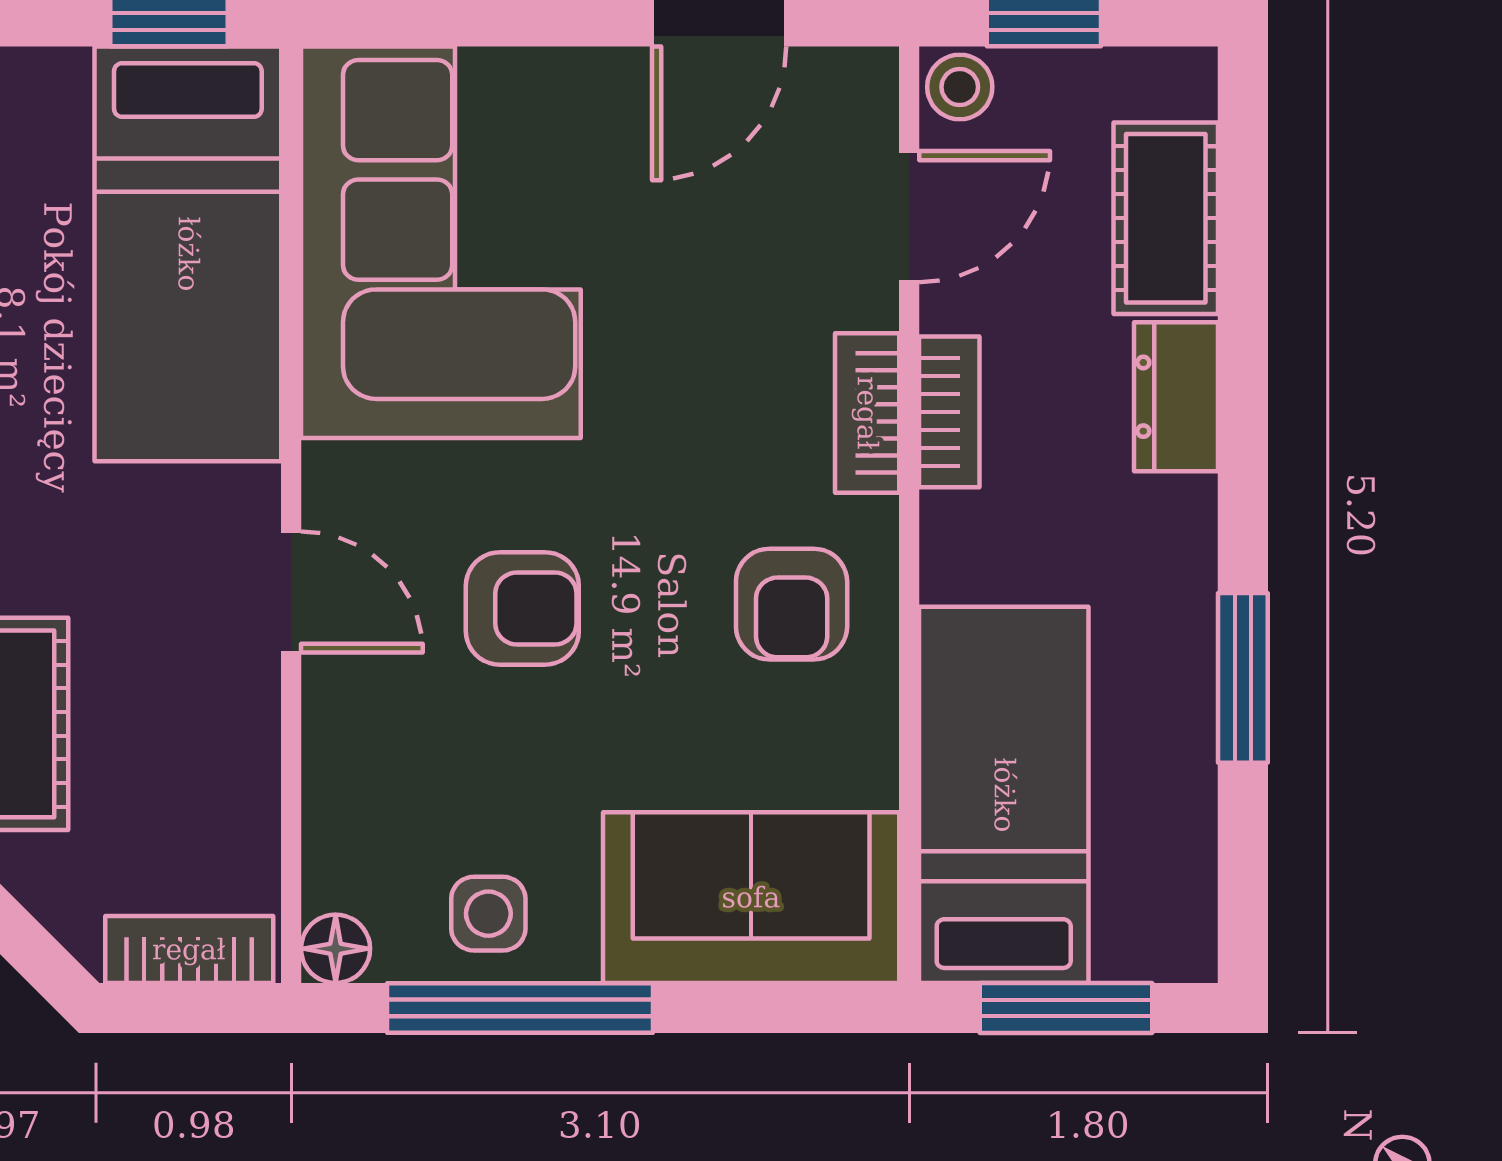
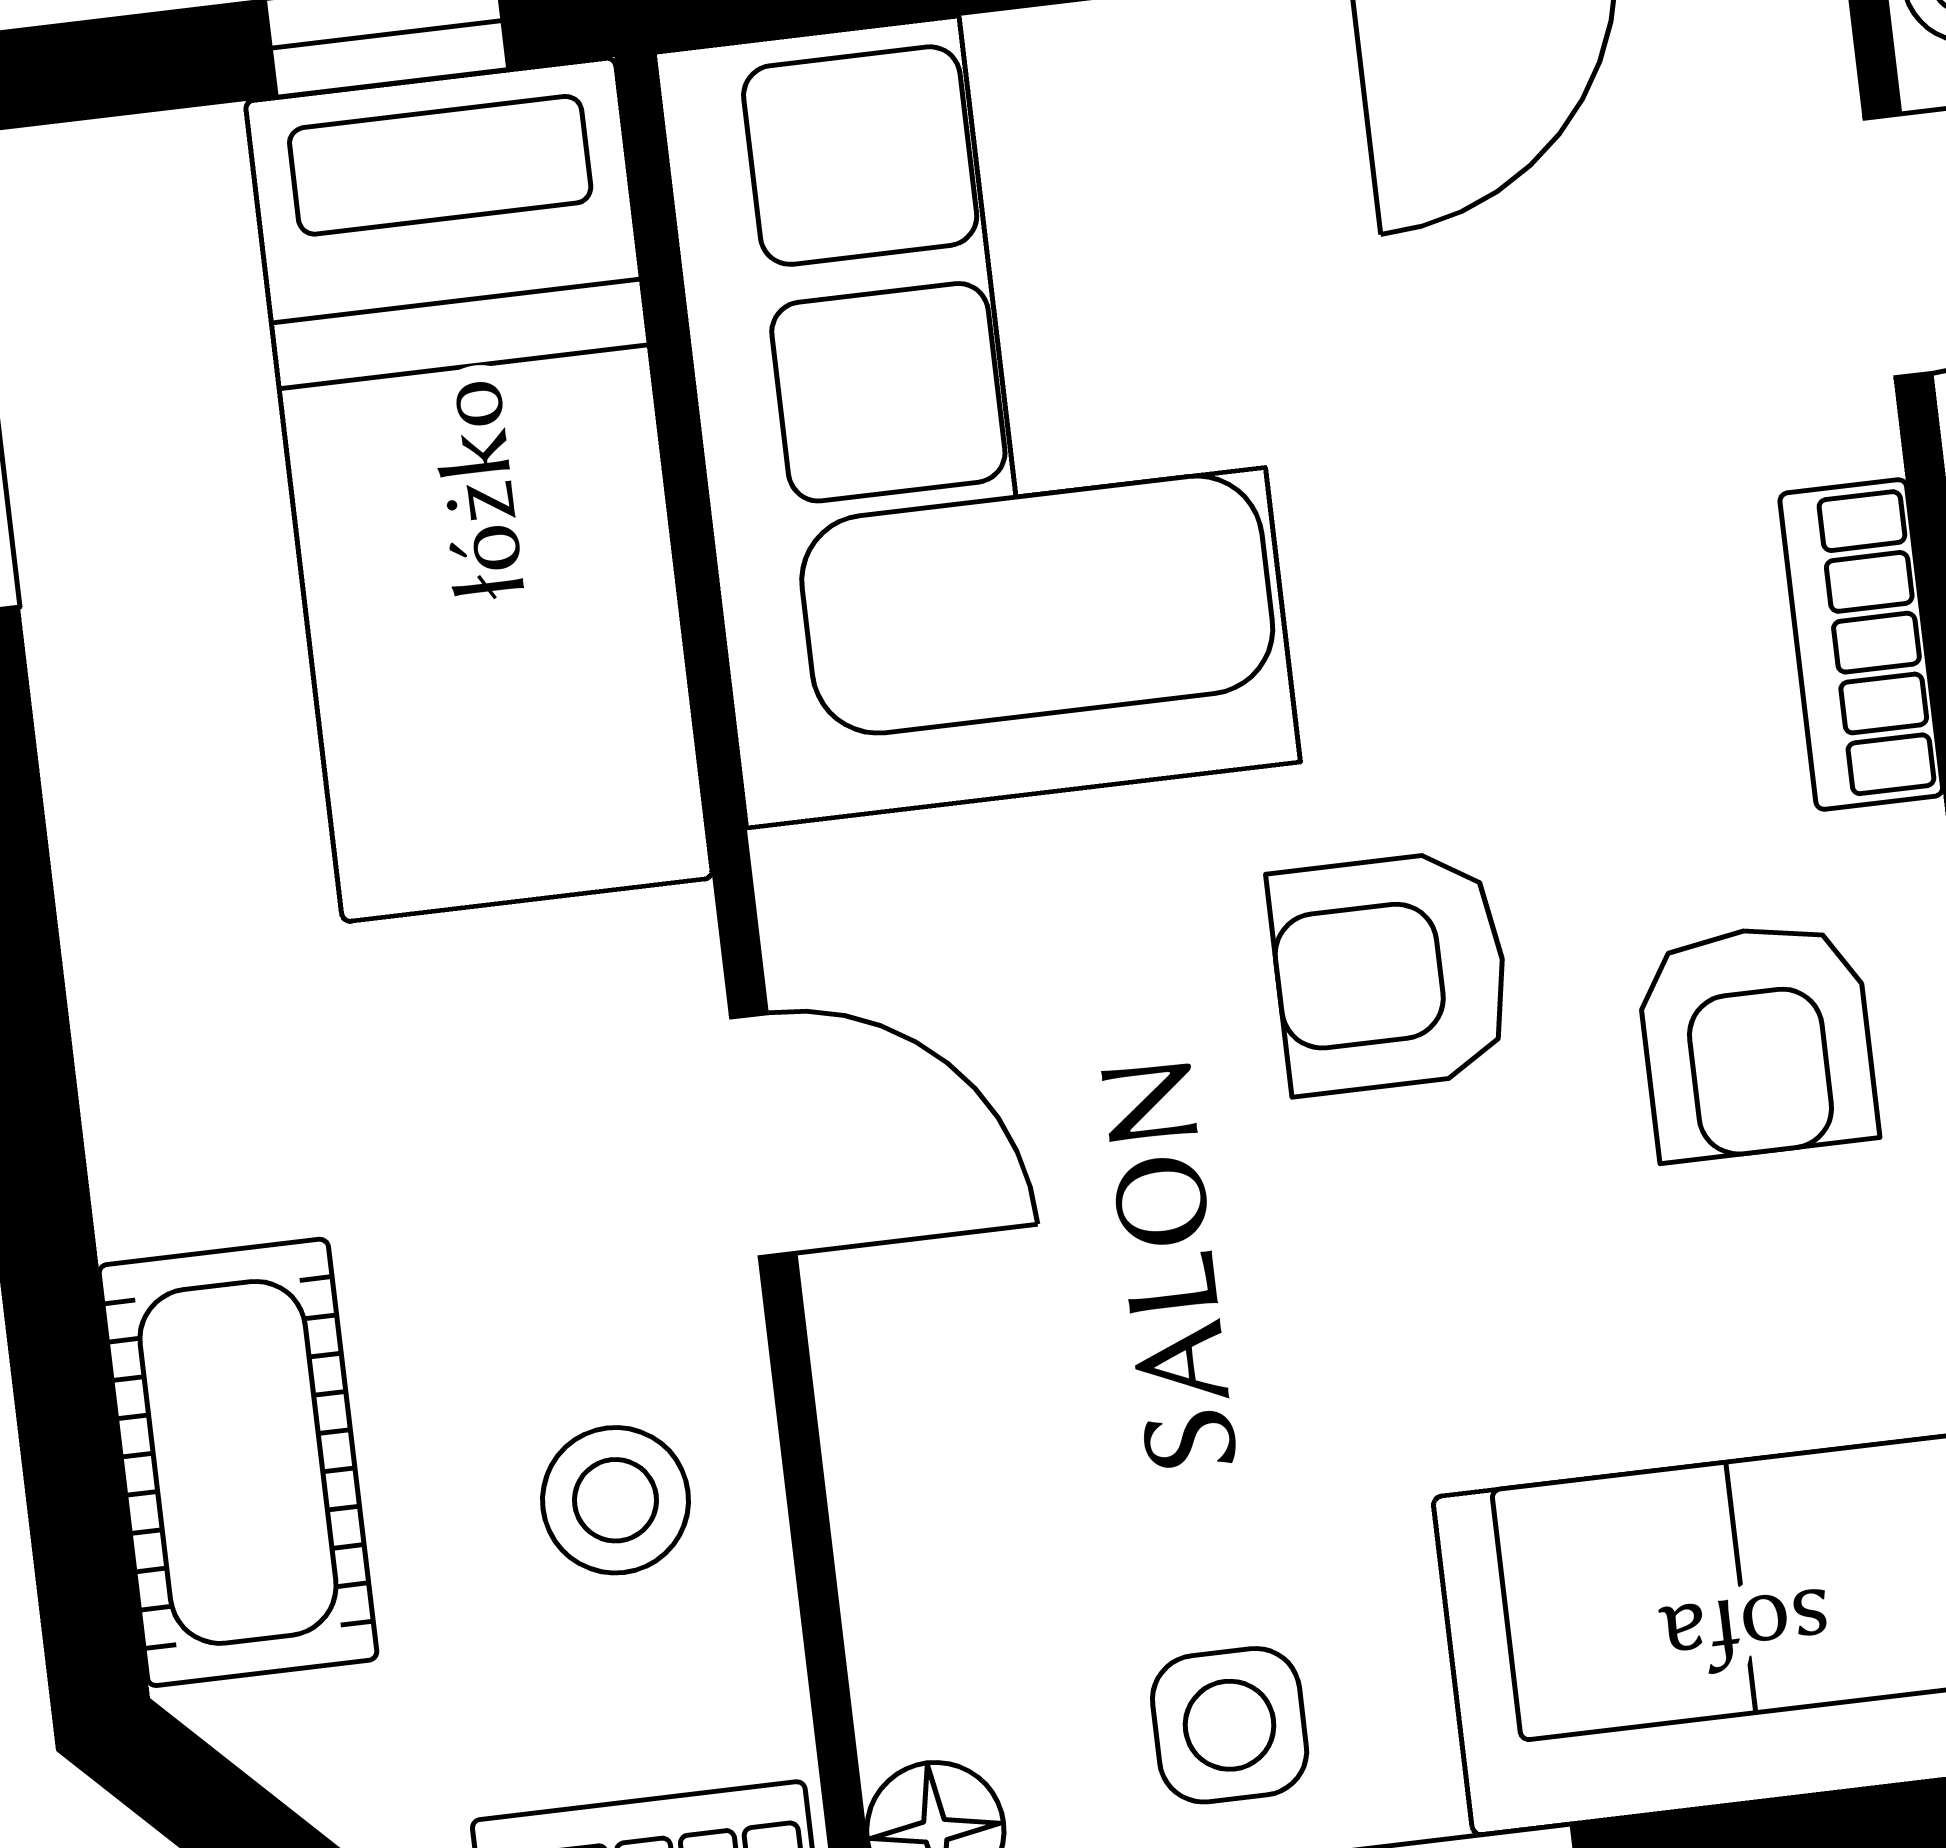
armchair: (522, 608) -> (1391, 972), moved, turned 180
stool: (196, 765) -> (616, 1500), added

